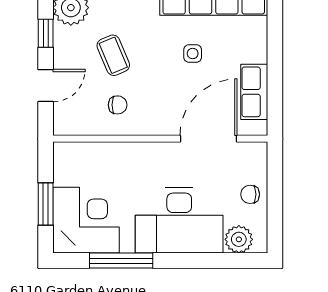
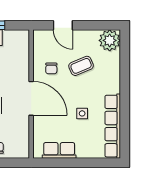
window: (46, 33) -> (94, 25), removed
door: (209, 139) -> (31, 98), moved

